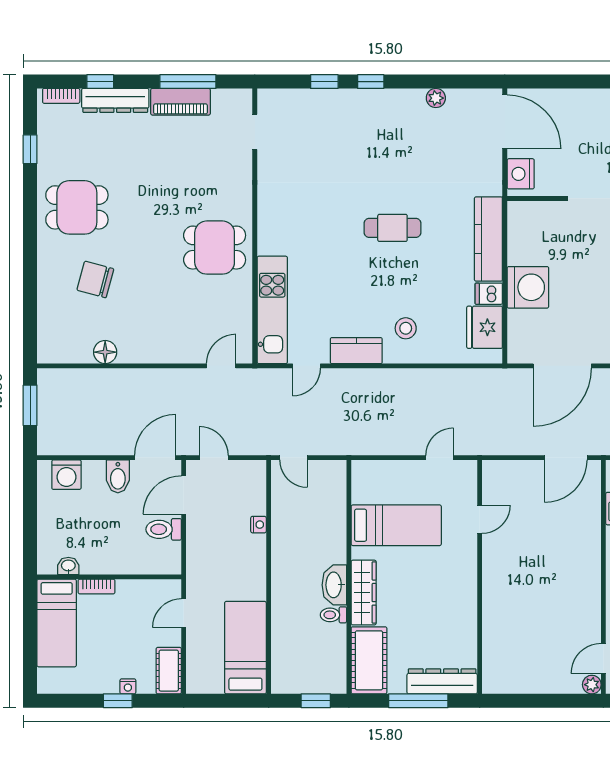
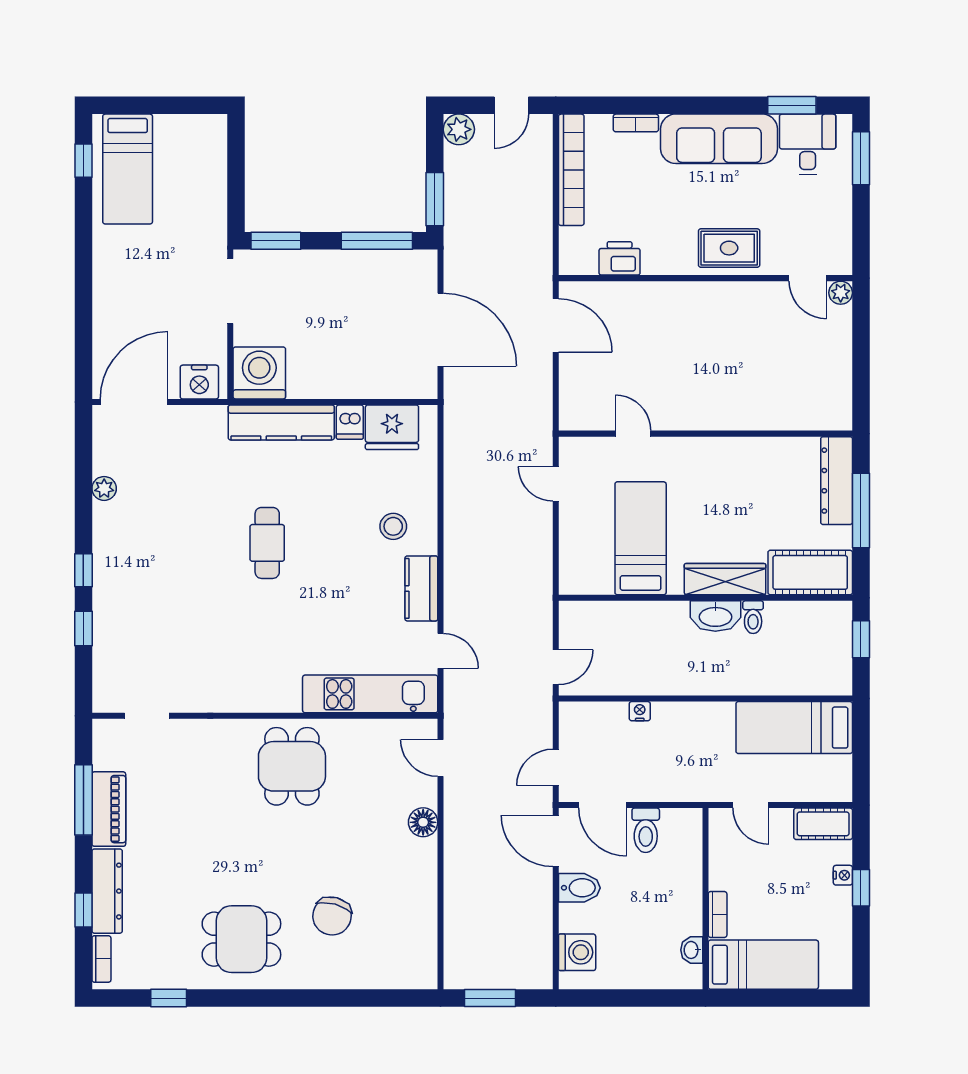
dining table: (77, 207) -> (241, 939), turned 90
washing machine: (528, 287) -> (259, 373), moved
floor lamp: (105, 352) -> (423, 822), moved

